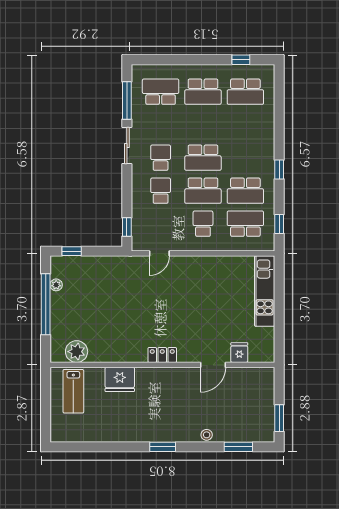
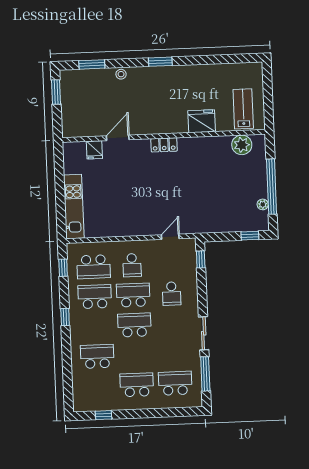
school desk: (161, 92) -> (175, 383), turned 180
school desk: (245, 92) -> (97, 356), moved
school desk: (161, 158) -> (173, 323), removed

